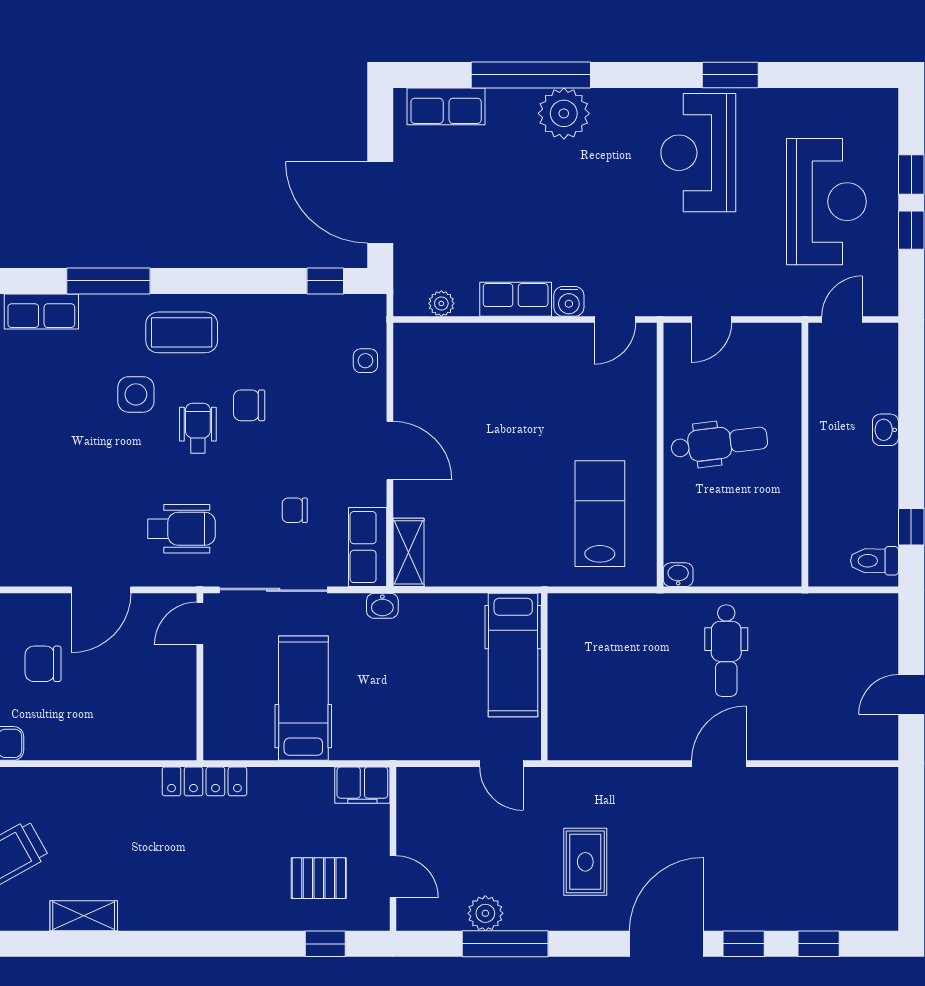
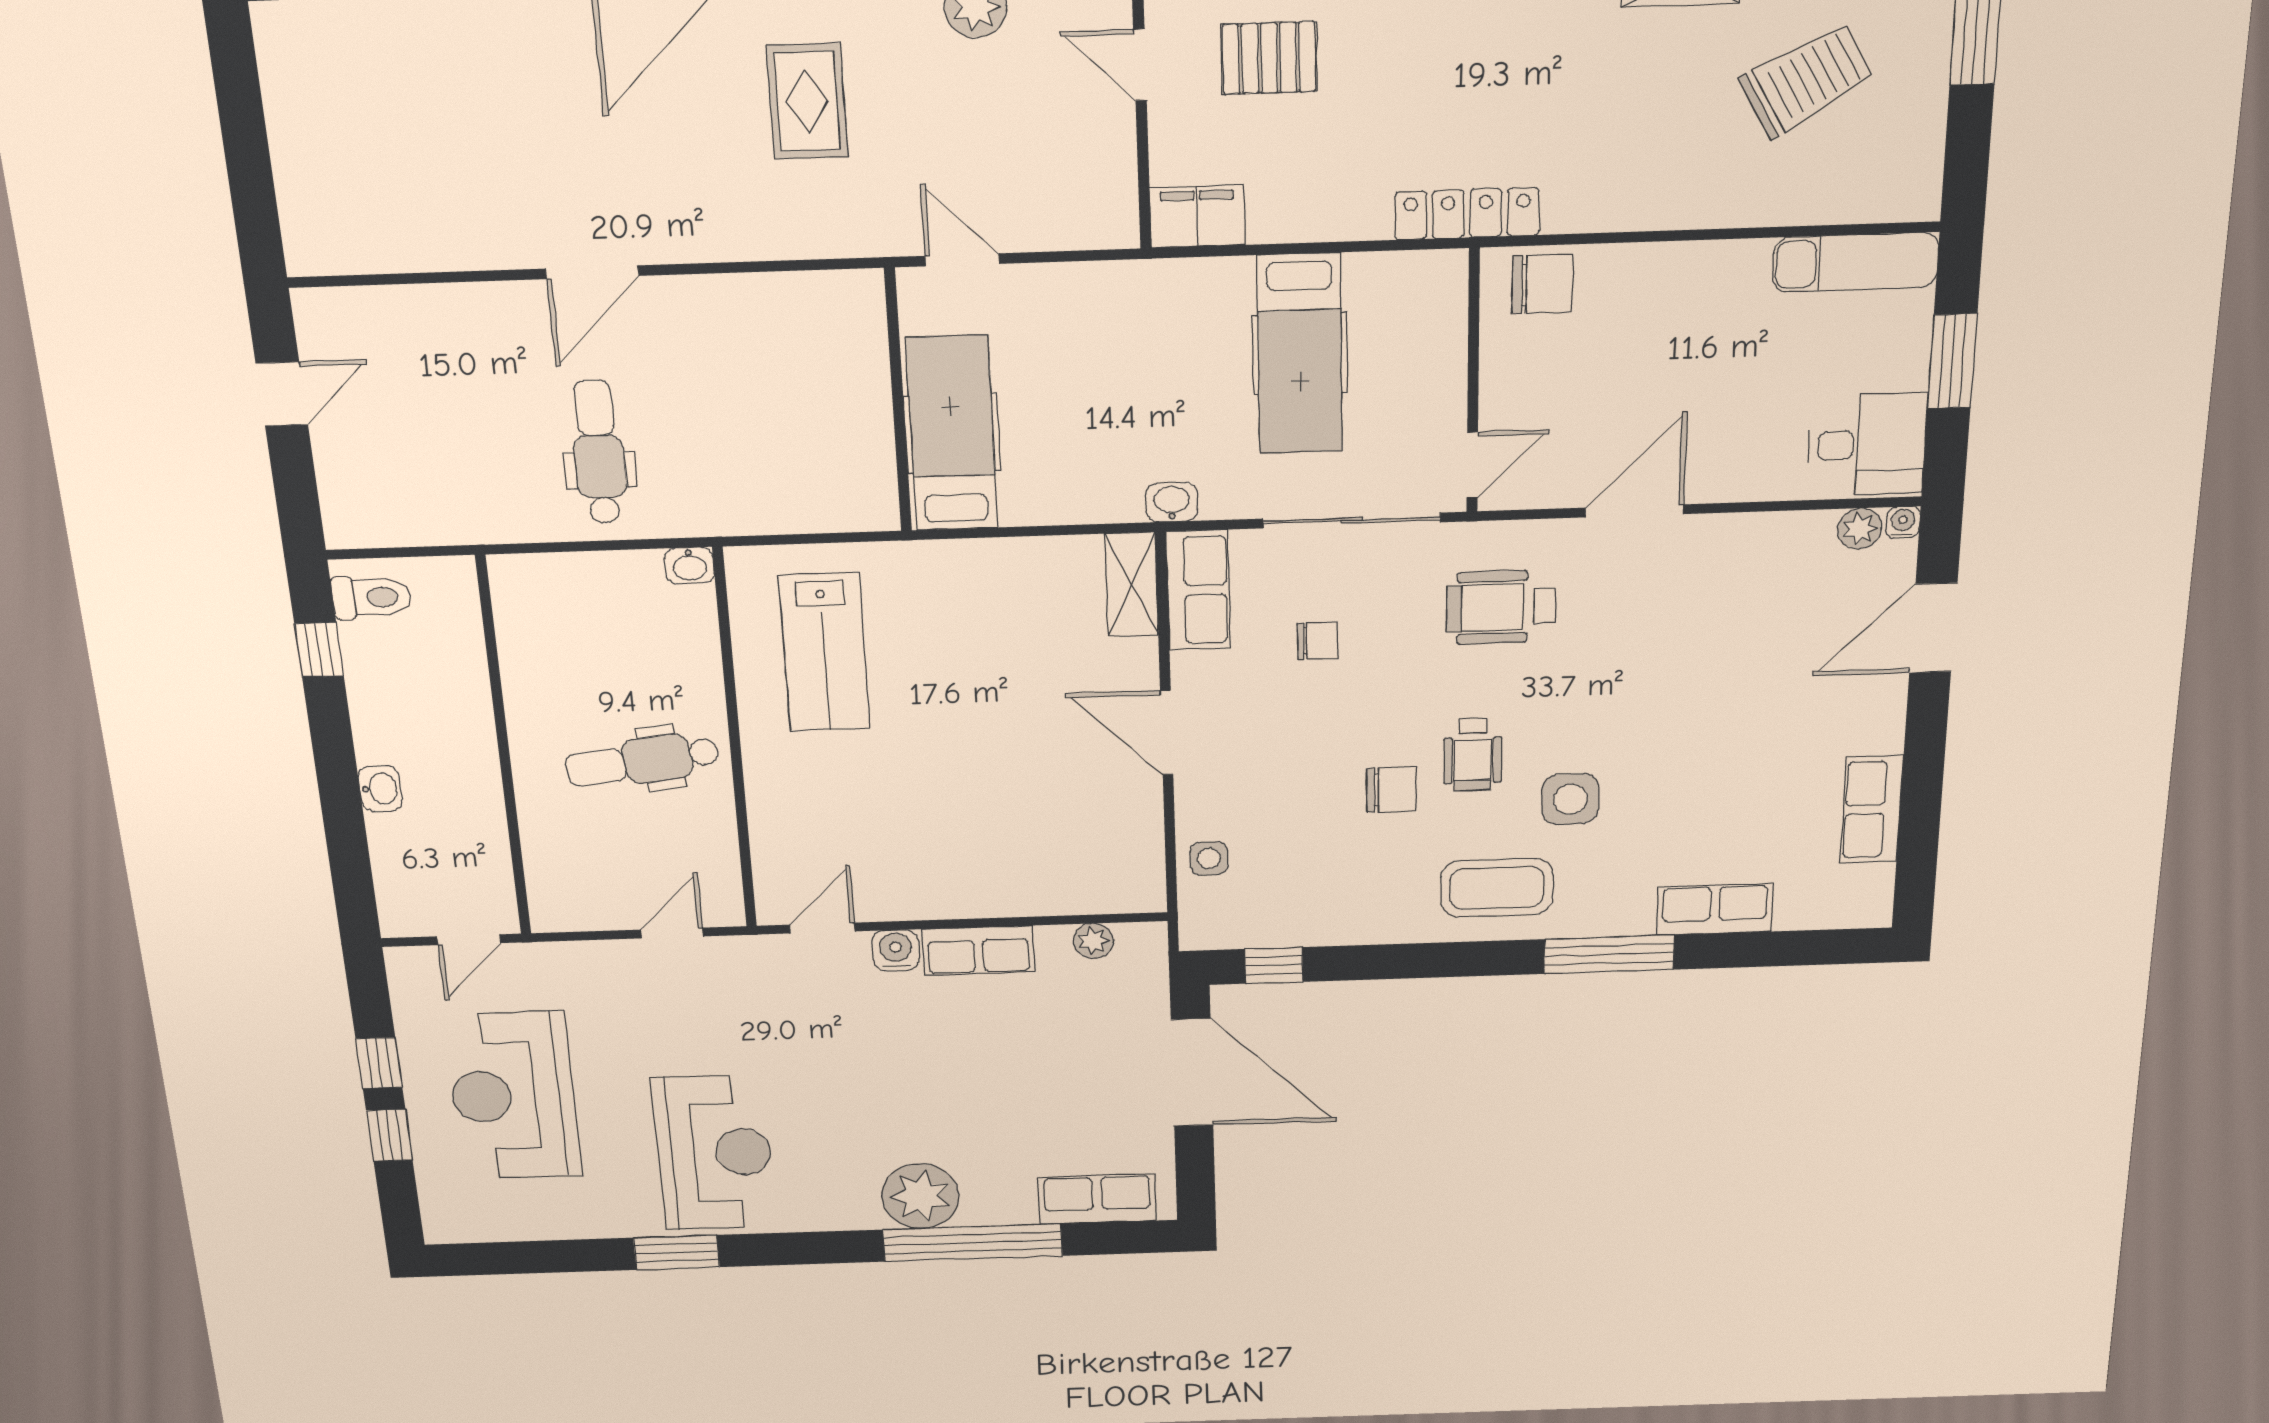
chair: (43, 664) -> (1543, 284), moved

